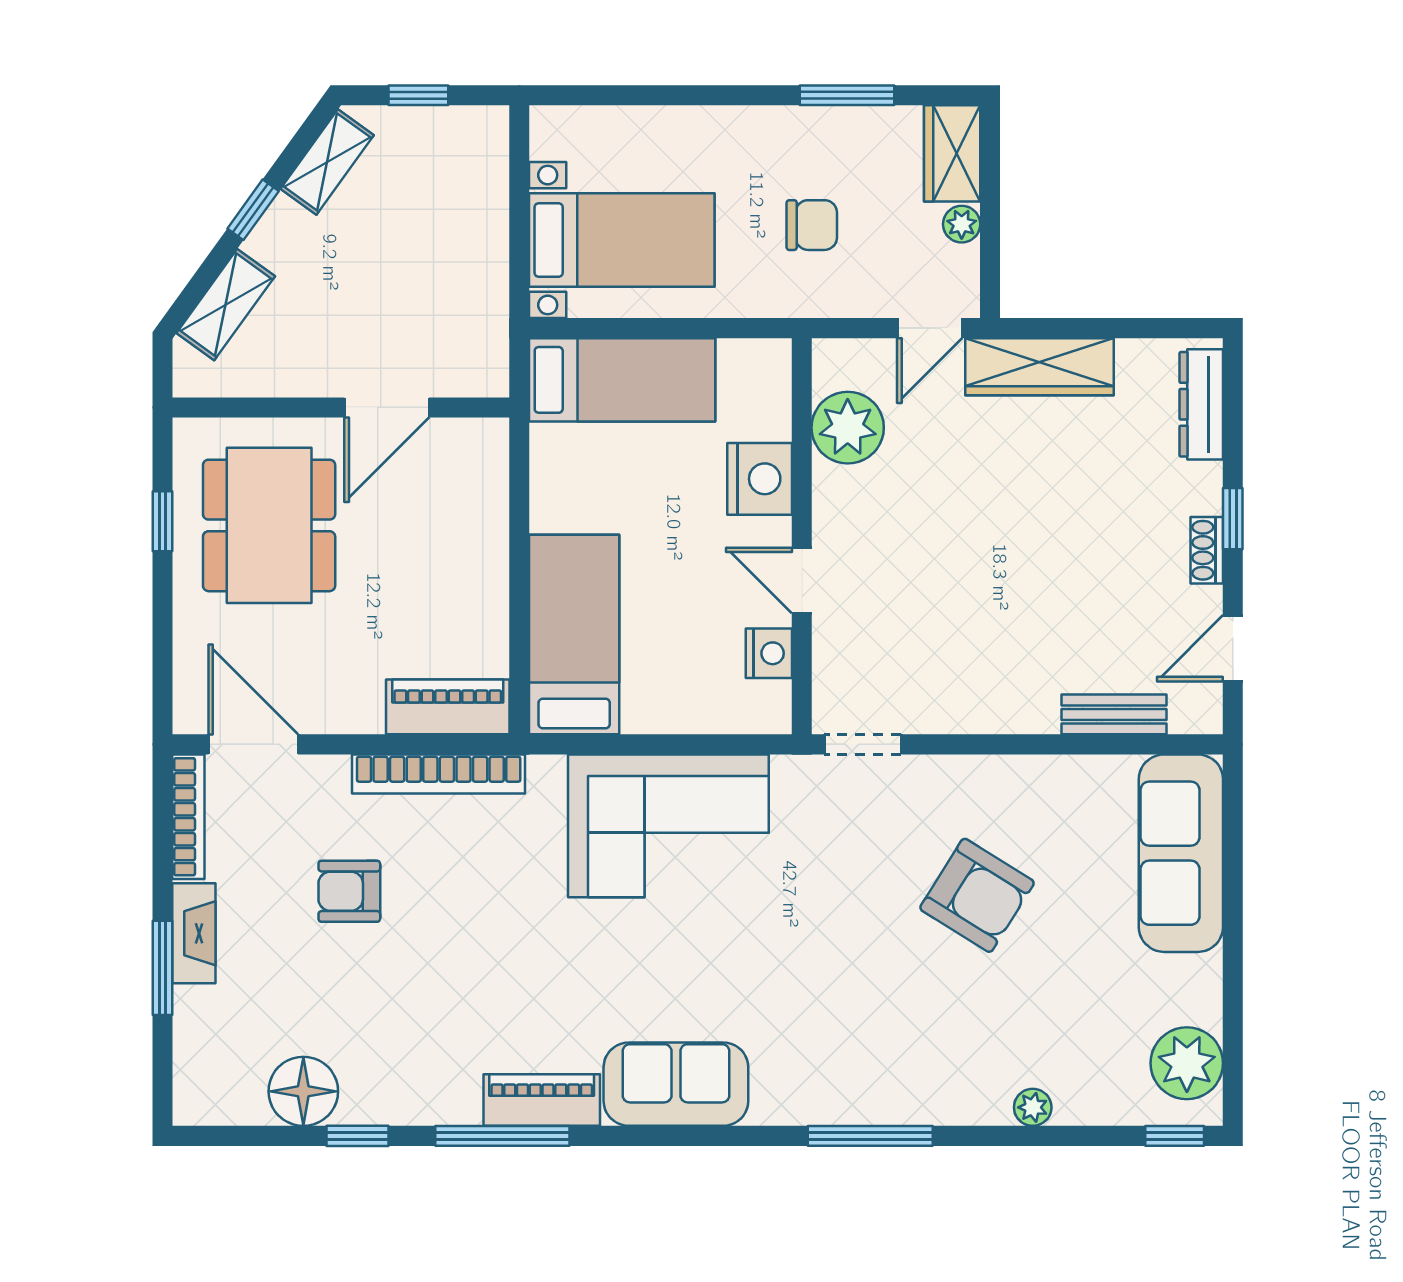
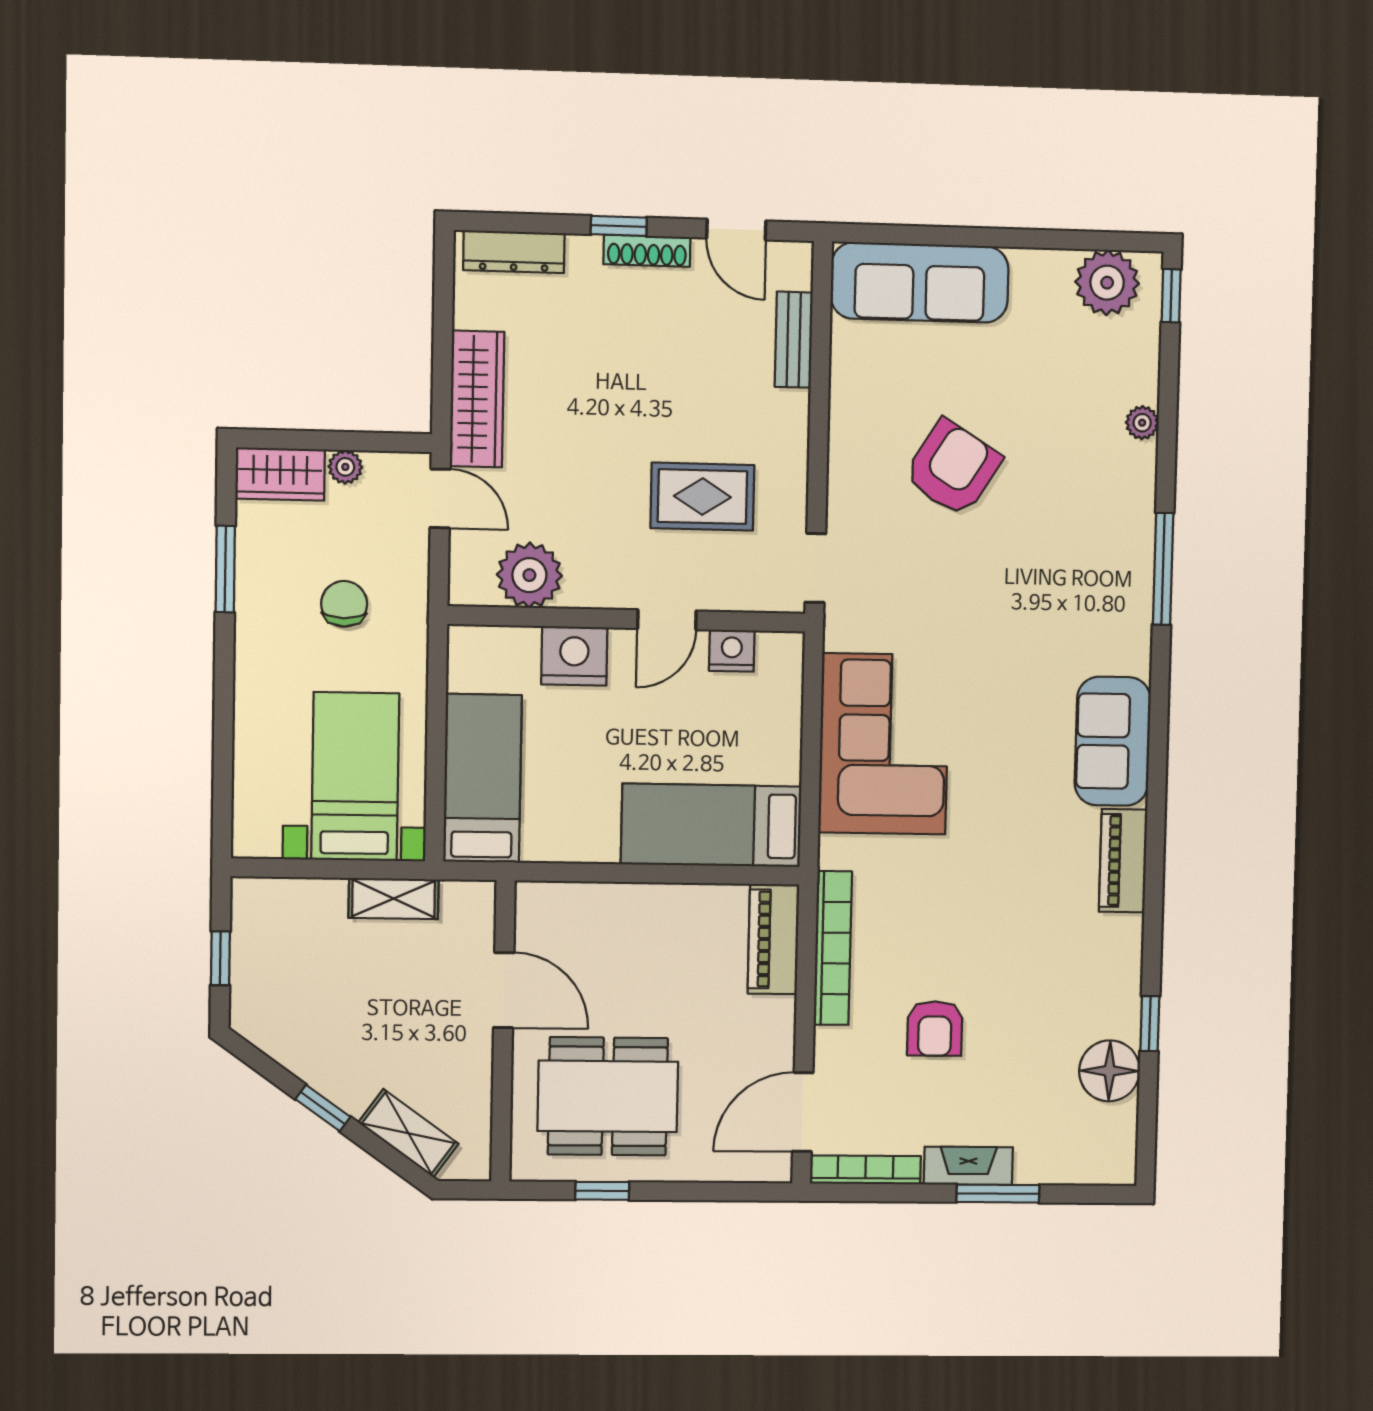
shelving: (327, 162) -> (394, 899), moved, turned -36
shoe rack: (1207, 550) -> (647, 251), width x1.43
rug: (939, 617) -> (702, 497), added
window: (502, 1136) -> (1154, 896), removed

